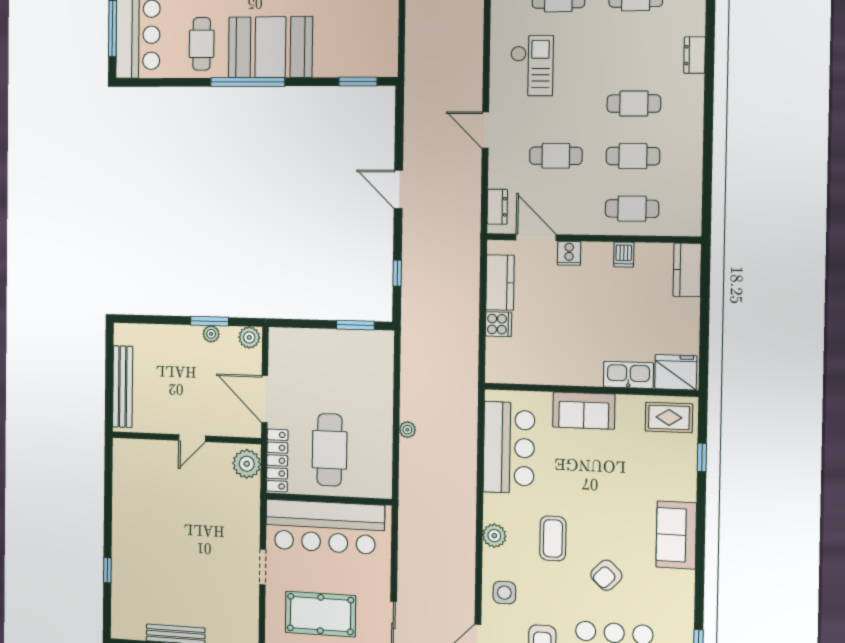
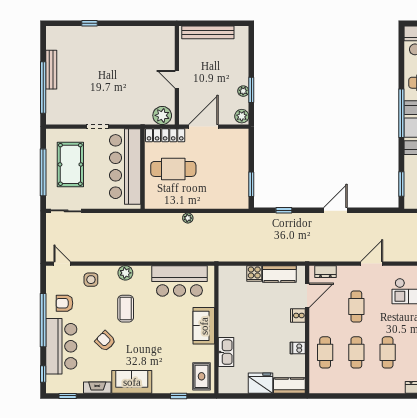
fridge: (676, 372) -> (260, 383), moved, turned -90
coffee table: (553, 538) -> (126, 309), turned 90
fireplace: (685, 593) -> (97, 388), added

